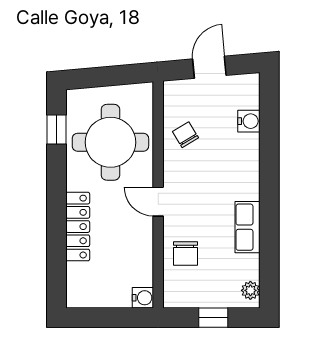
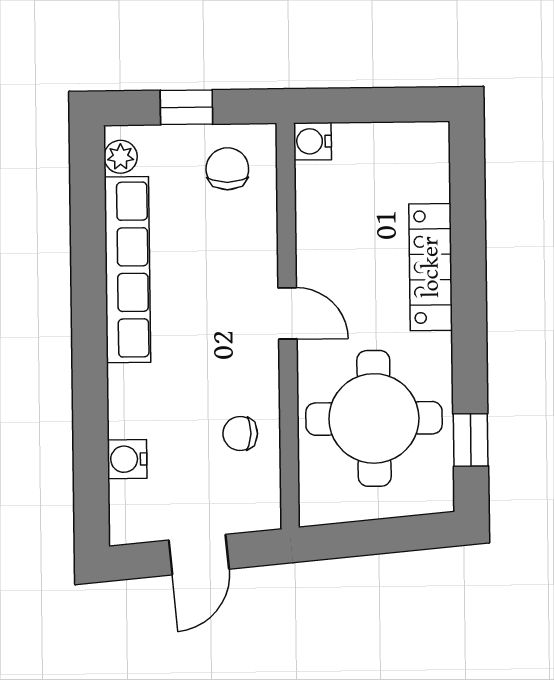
chair: (185, 135) -> (240, 433), turned 123
row of seats: (247, 227) -> (127, 270), width x2.02
chair: (185, 253) -> (227, 169), moved

